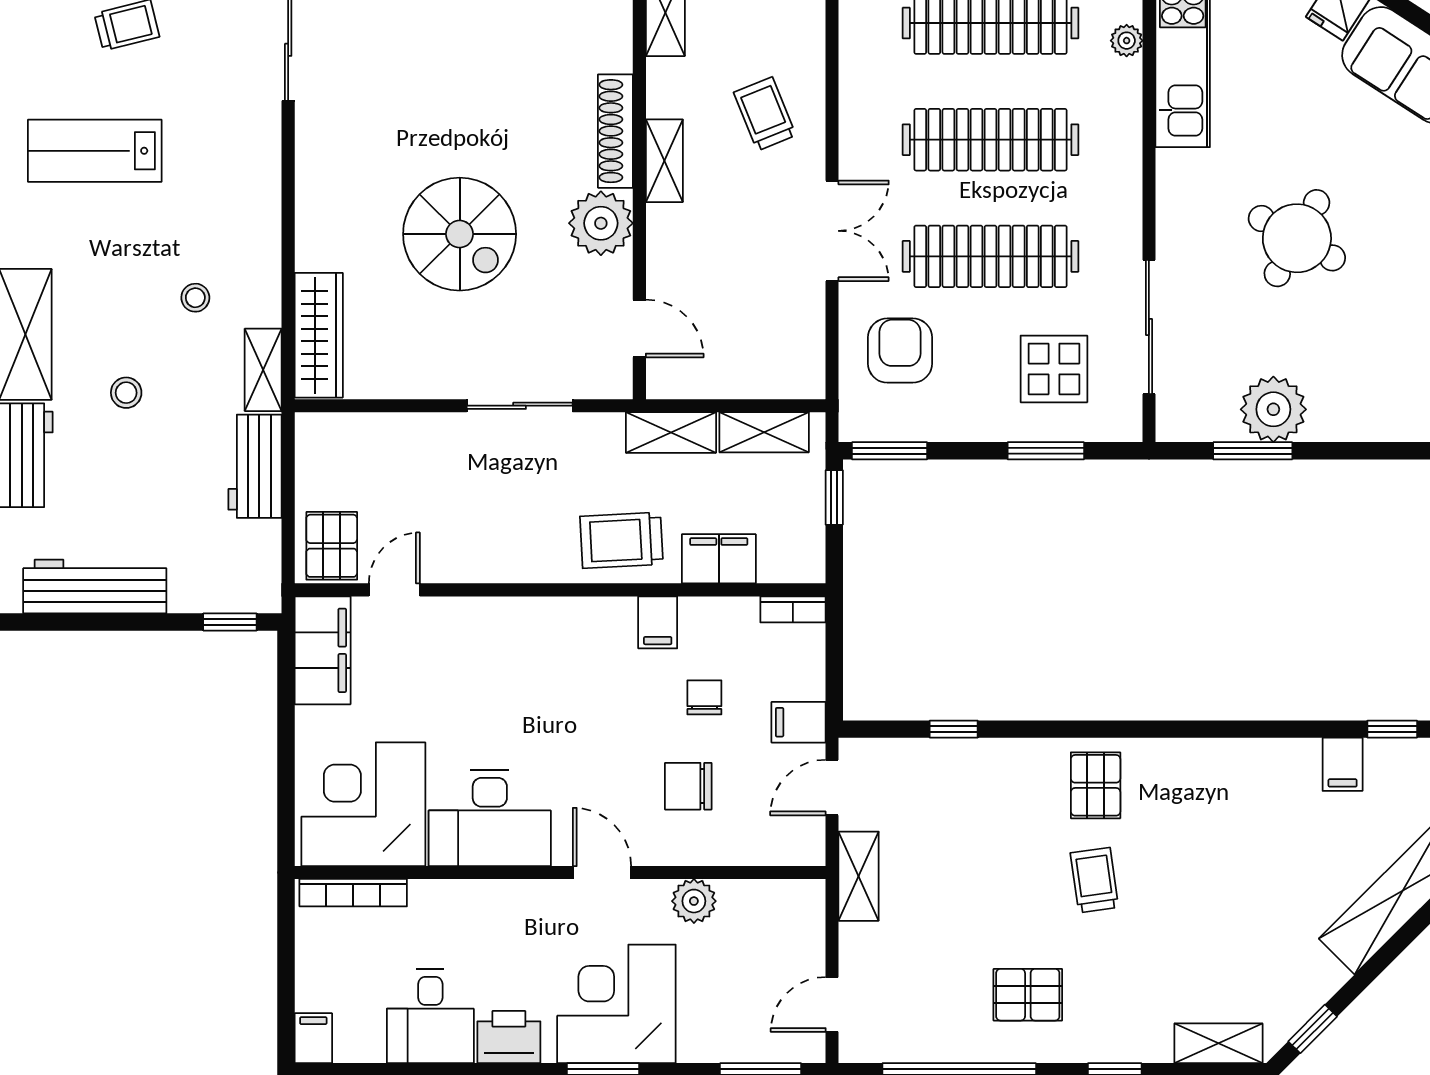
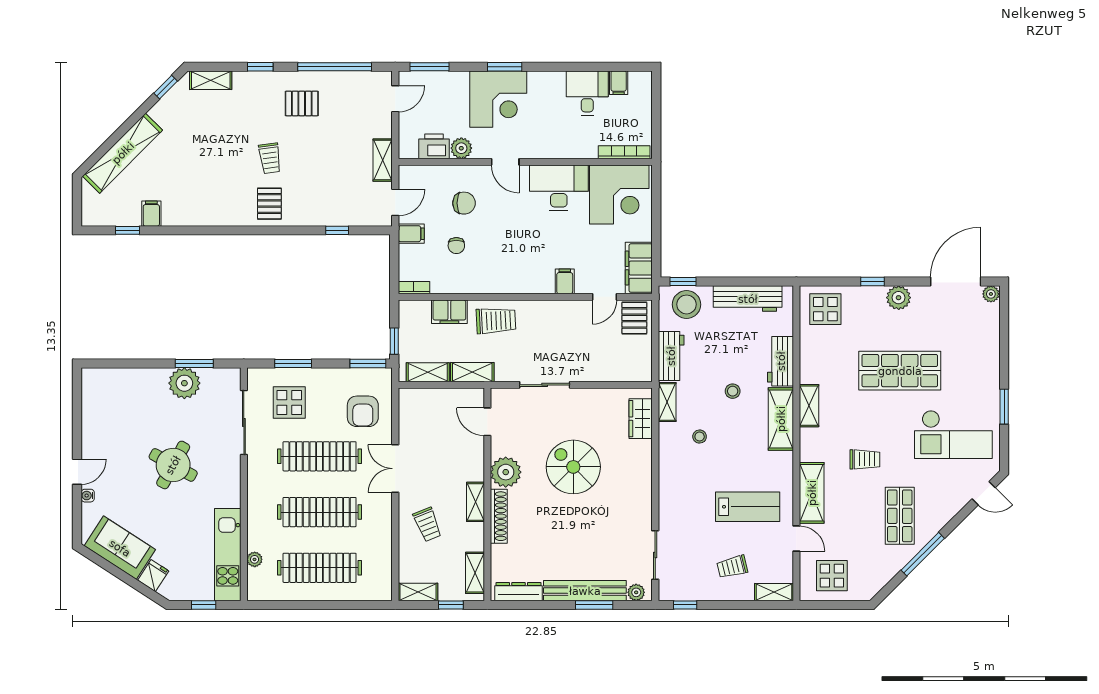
wardrobe: (319, 335) -> (641, 419), width x0.67
stool: (223, 574) -> (687, 304), added
filing cabinet: (658, 622) -> (565, 281), moved
printer: (509, 1037) -> (434, 146), moved, turned 180
filing cabinet: (313, 1038) -> (619, 83), moved

